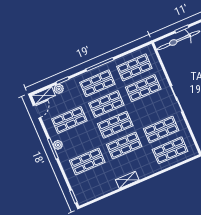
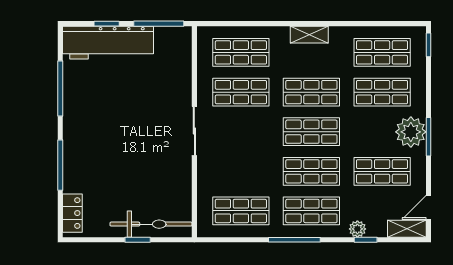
shop shelf: (143, 88) -> (382, 52), moved
plant: (59, 89) -> (357, 229), moved
plant: (58, 145) -> (411, 132), width x1.87, depth x1.87
shelving: (127, 180) -> (309, 35), moved

